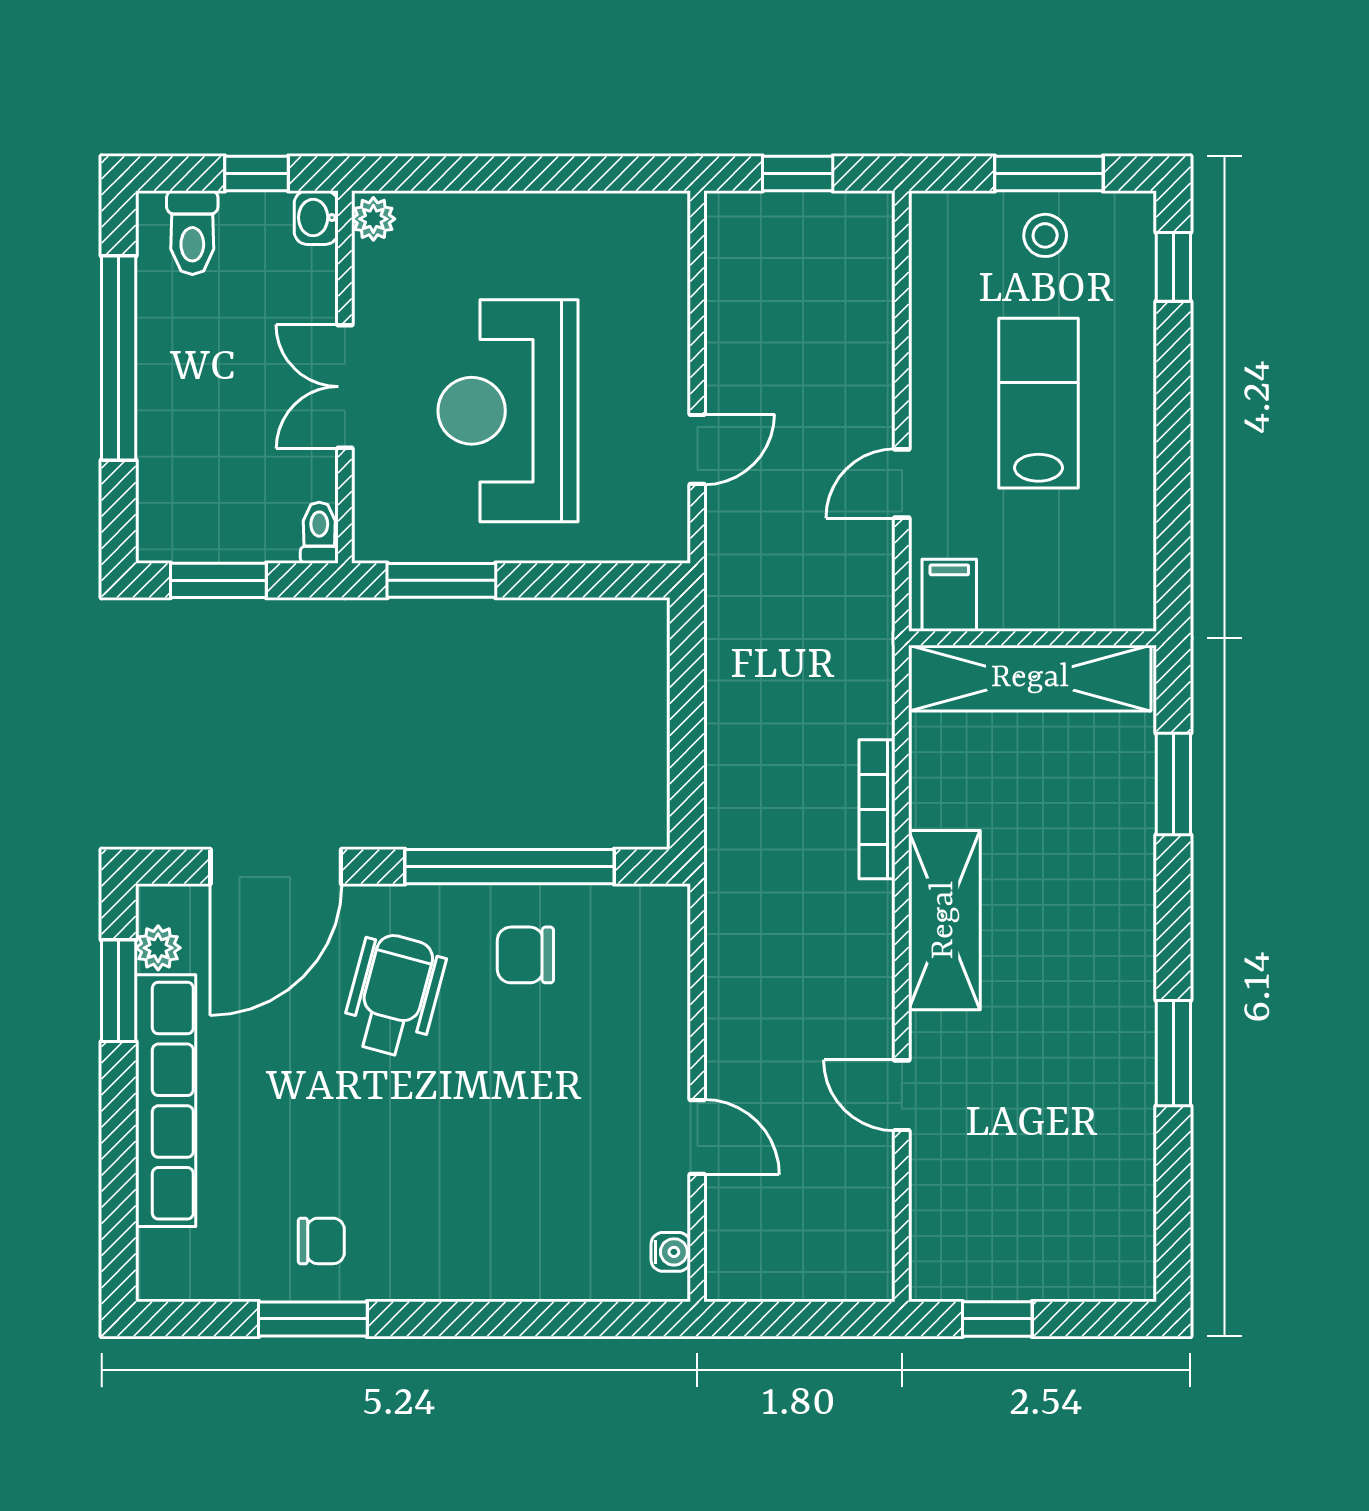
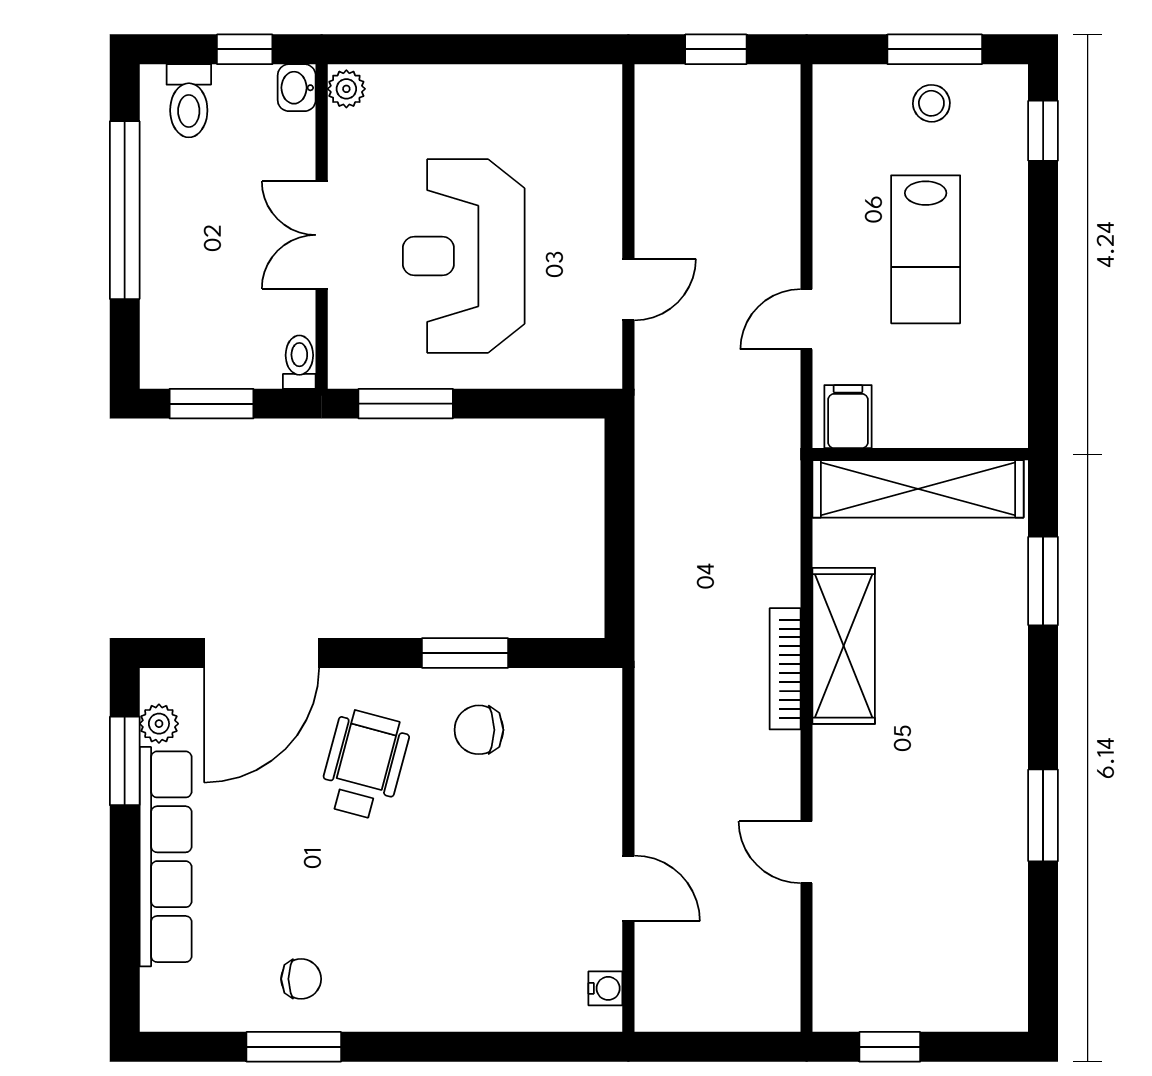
lab bench: (1038, 403) -> (926, 249), turned 180
bookcase: (877, 809) -> (785, 669), moved
window: (509, 867) -> (465, 653), width x0.47
shelving: (944, 920) -> (844, 646), moved

